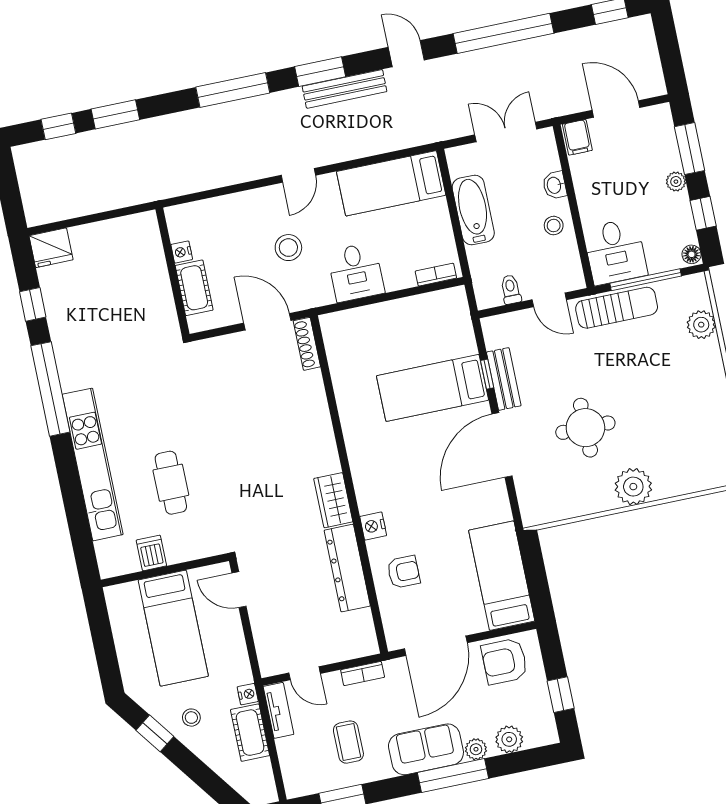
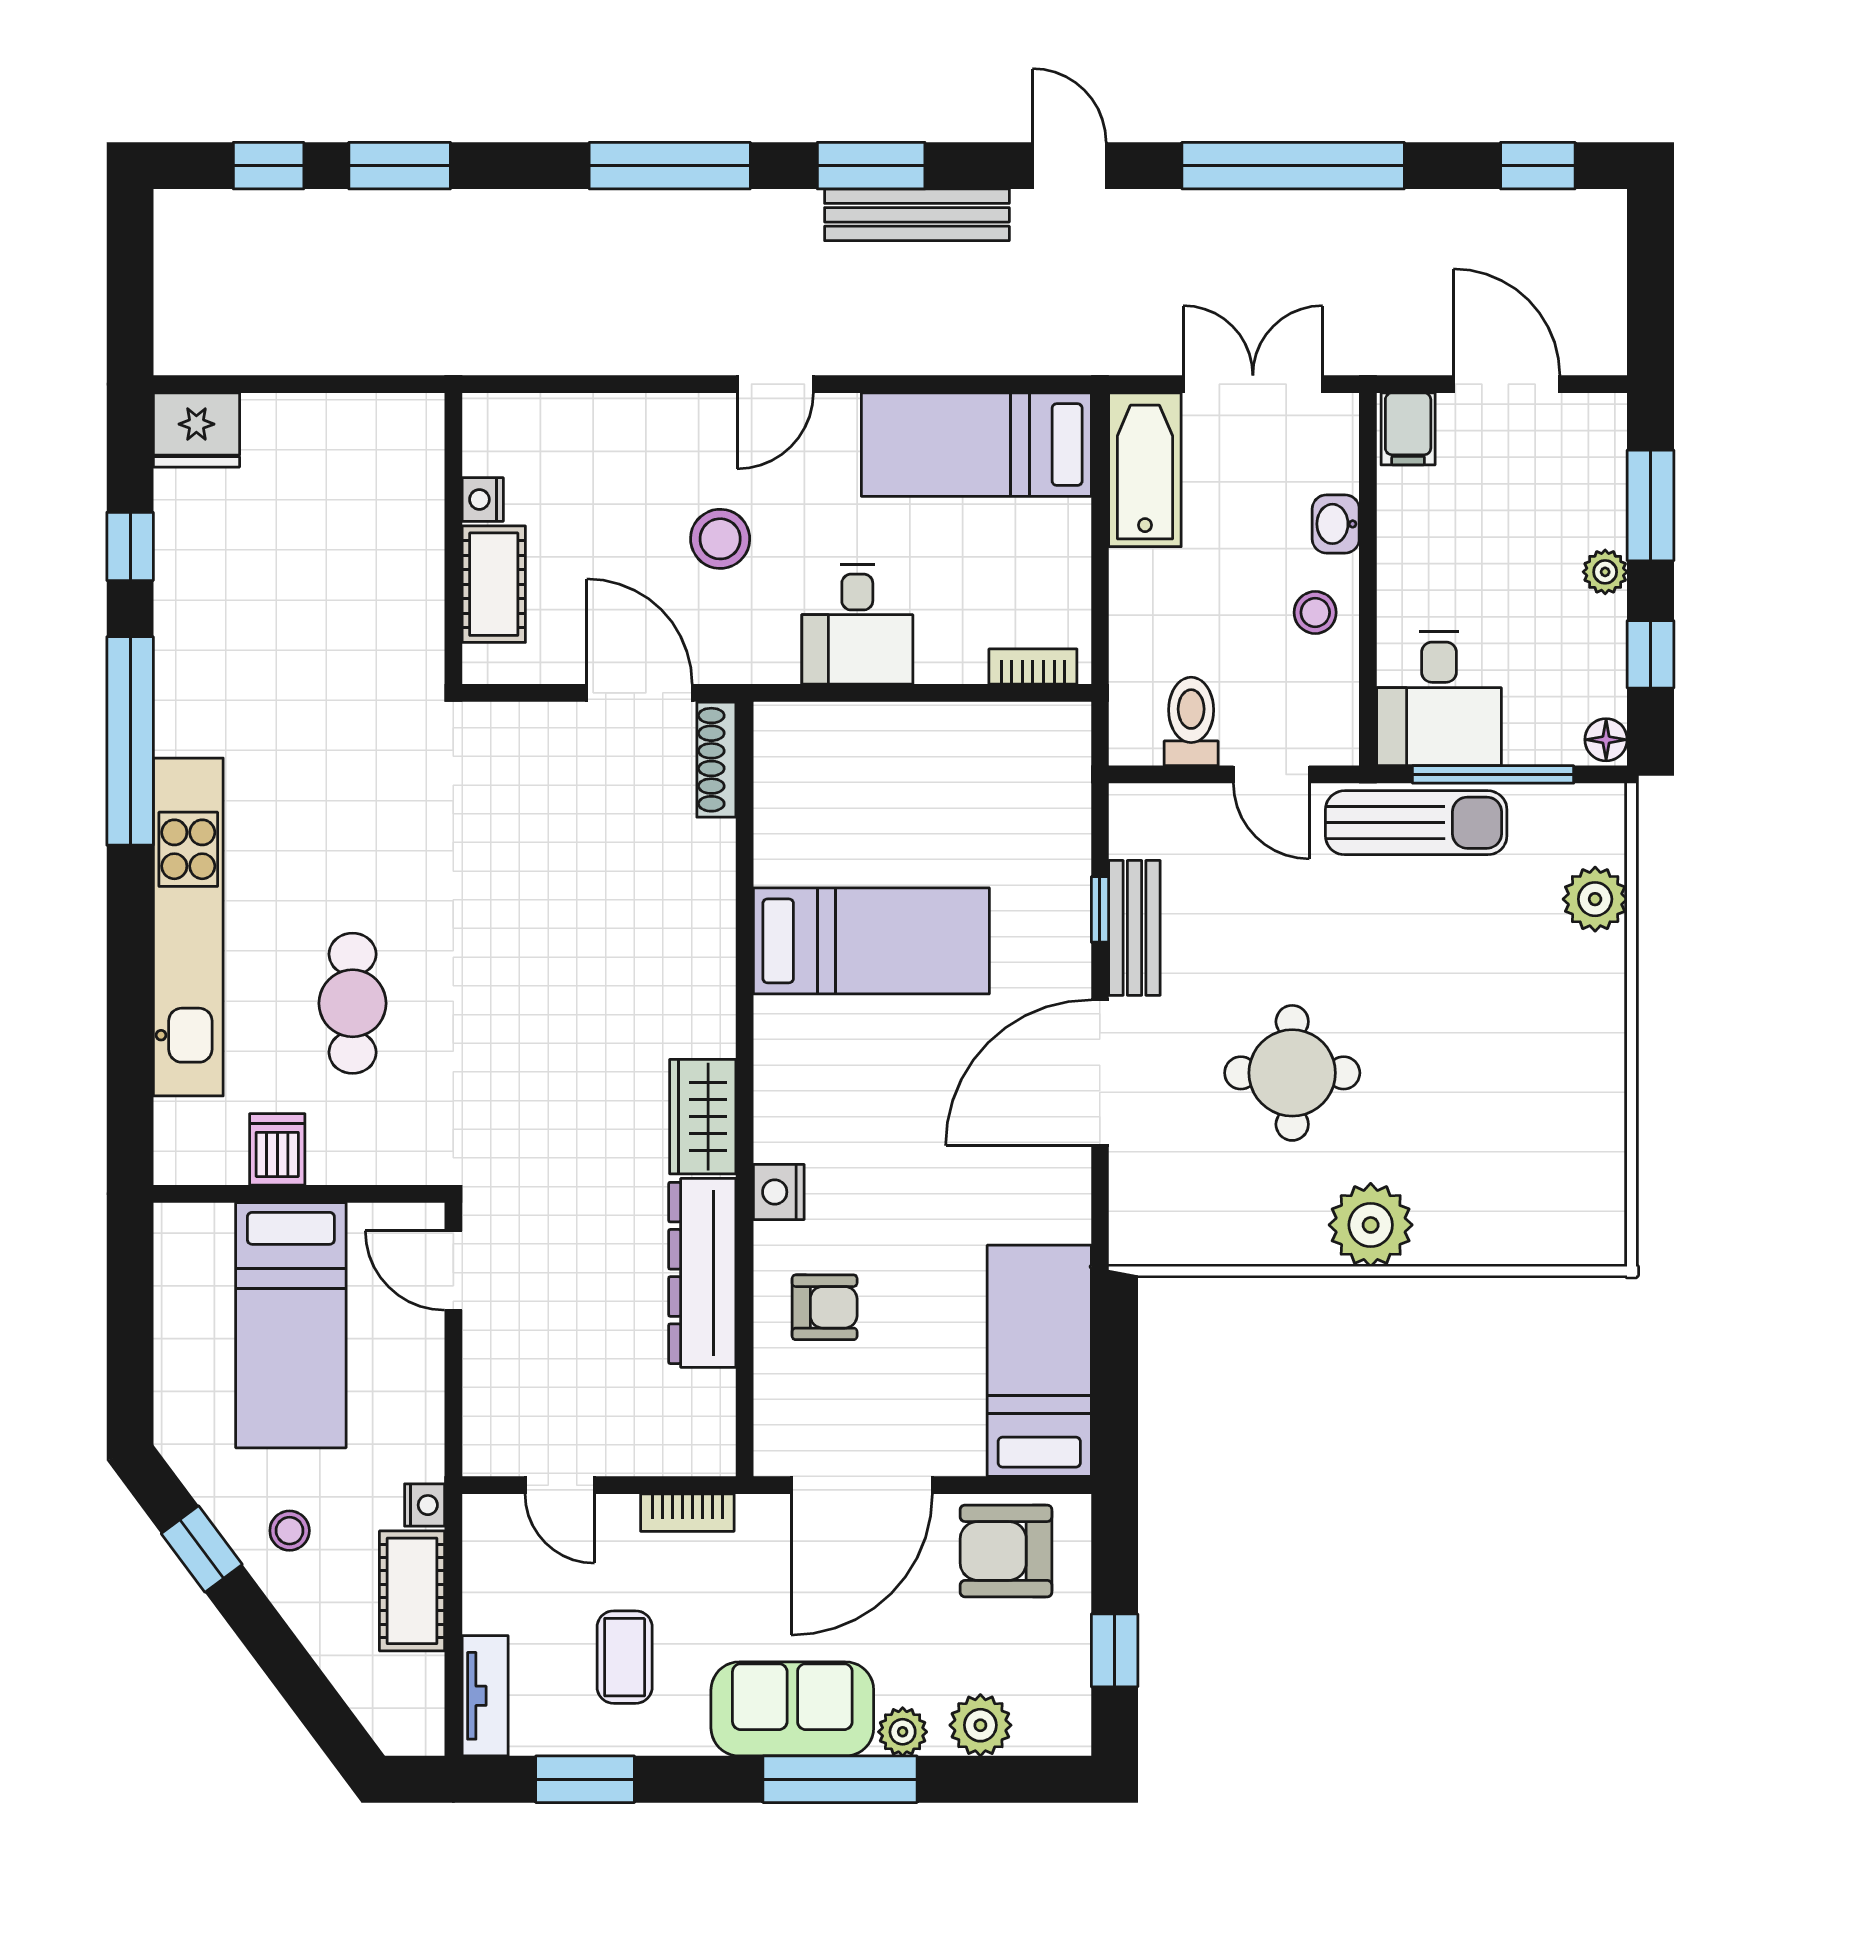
bathtub: (473, 210) -> (1145, 470), moved
toilet: (511, 289) -> (1191, 721), width x1.37, depth x1.39
bed: (433, 388) -> (871, 941), moved, turned 180
tv unit: (279, 710) -> (485, 1696), moved

